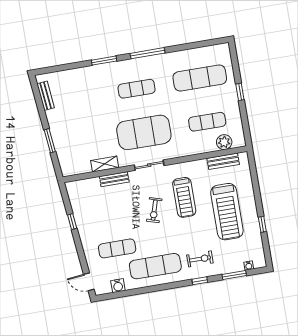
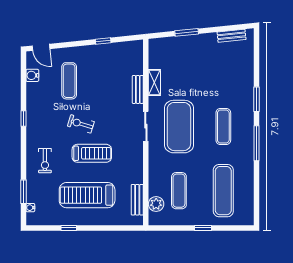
treadmill: (184, 197) -> (92, 153), moved, turned 180
exercise bike: (154, 210) -> (81, 124), moved
exercise mat: (155, 266) -> (45, 115), removed
window: (200, 281) -> (23, 118), moved
door: (89, 282) -> (41, 47), swing flipped

